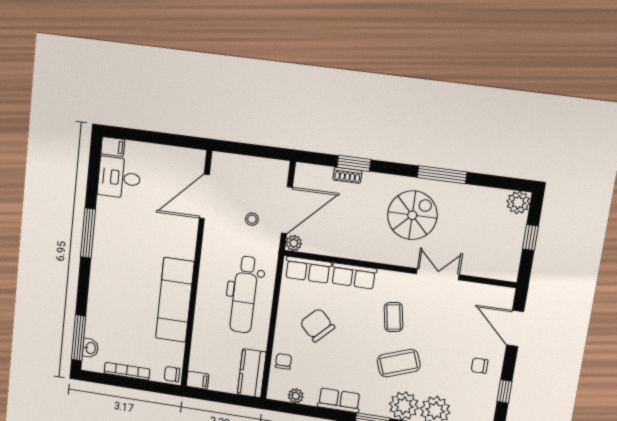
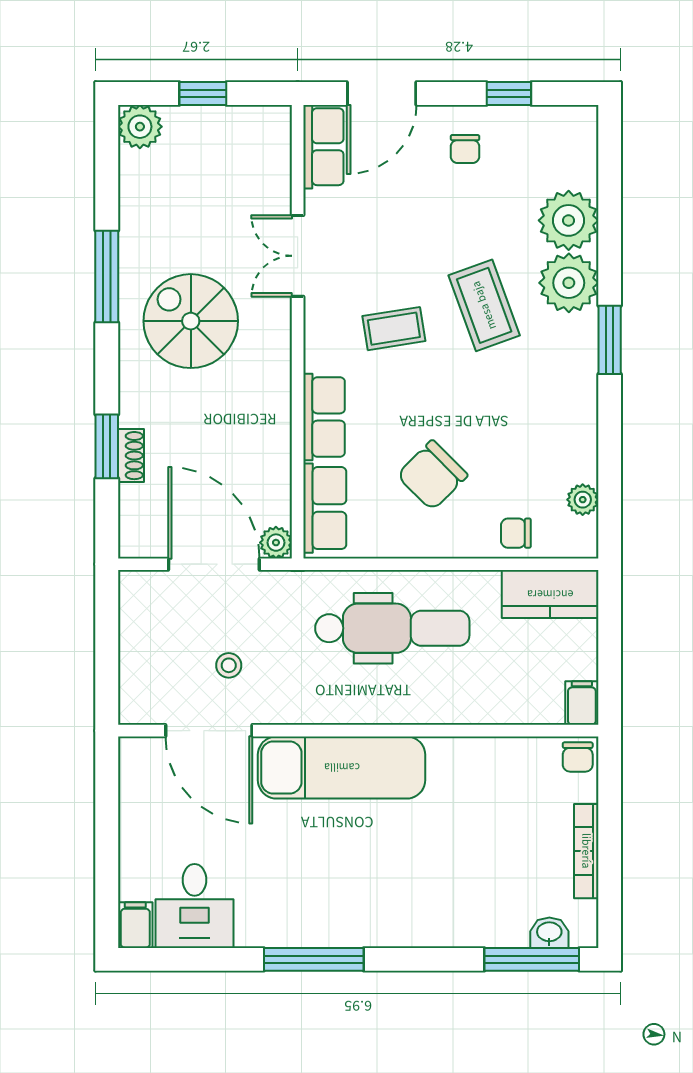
stool: (252, 219) -> (229, 665), moved
exam couch: (175, 300) -> (342, 767), moved
row of seats: (339, 400) -> (323, 147), moved, turned 180

